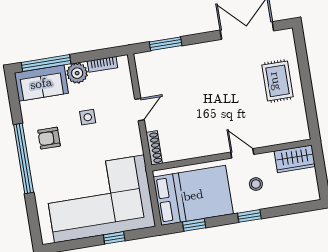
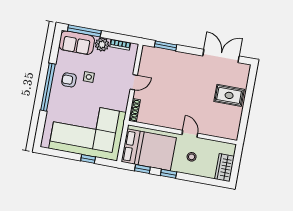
rug: (277, 81) -> (229, 95), turned 90
side table: (88, 117) -> (89, 77), moved
wardrobe: (295, 159) -> (225, 168), moved, turned 90
window: (249, 216) -> (169, 174), moved

